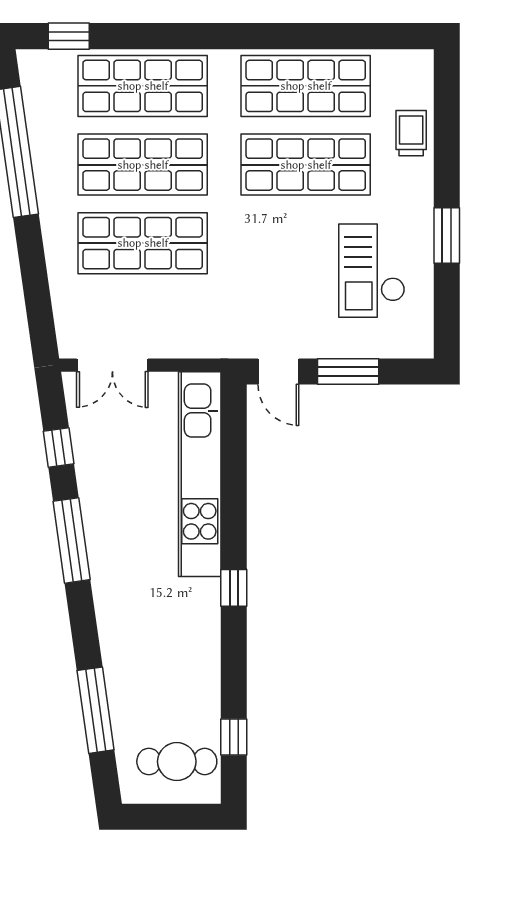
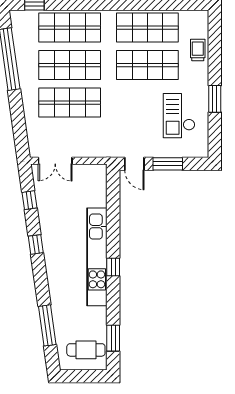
kitchen unit: (200, 474) -> (97, 257), moved
window: (72, 540) -> (36, 244), width x0.46
window: (234, 737) -> (113, 338), width x1.50

